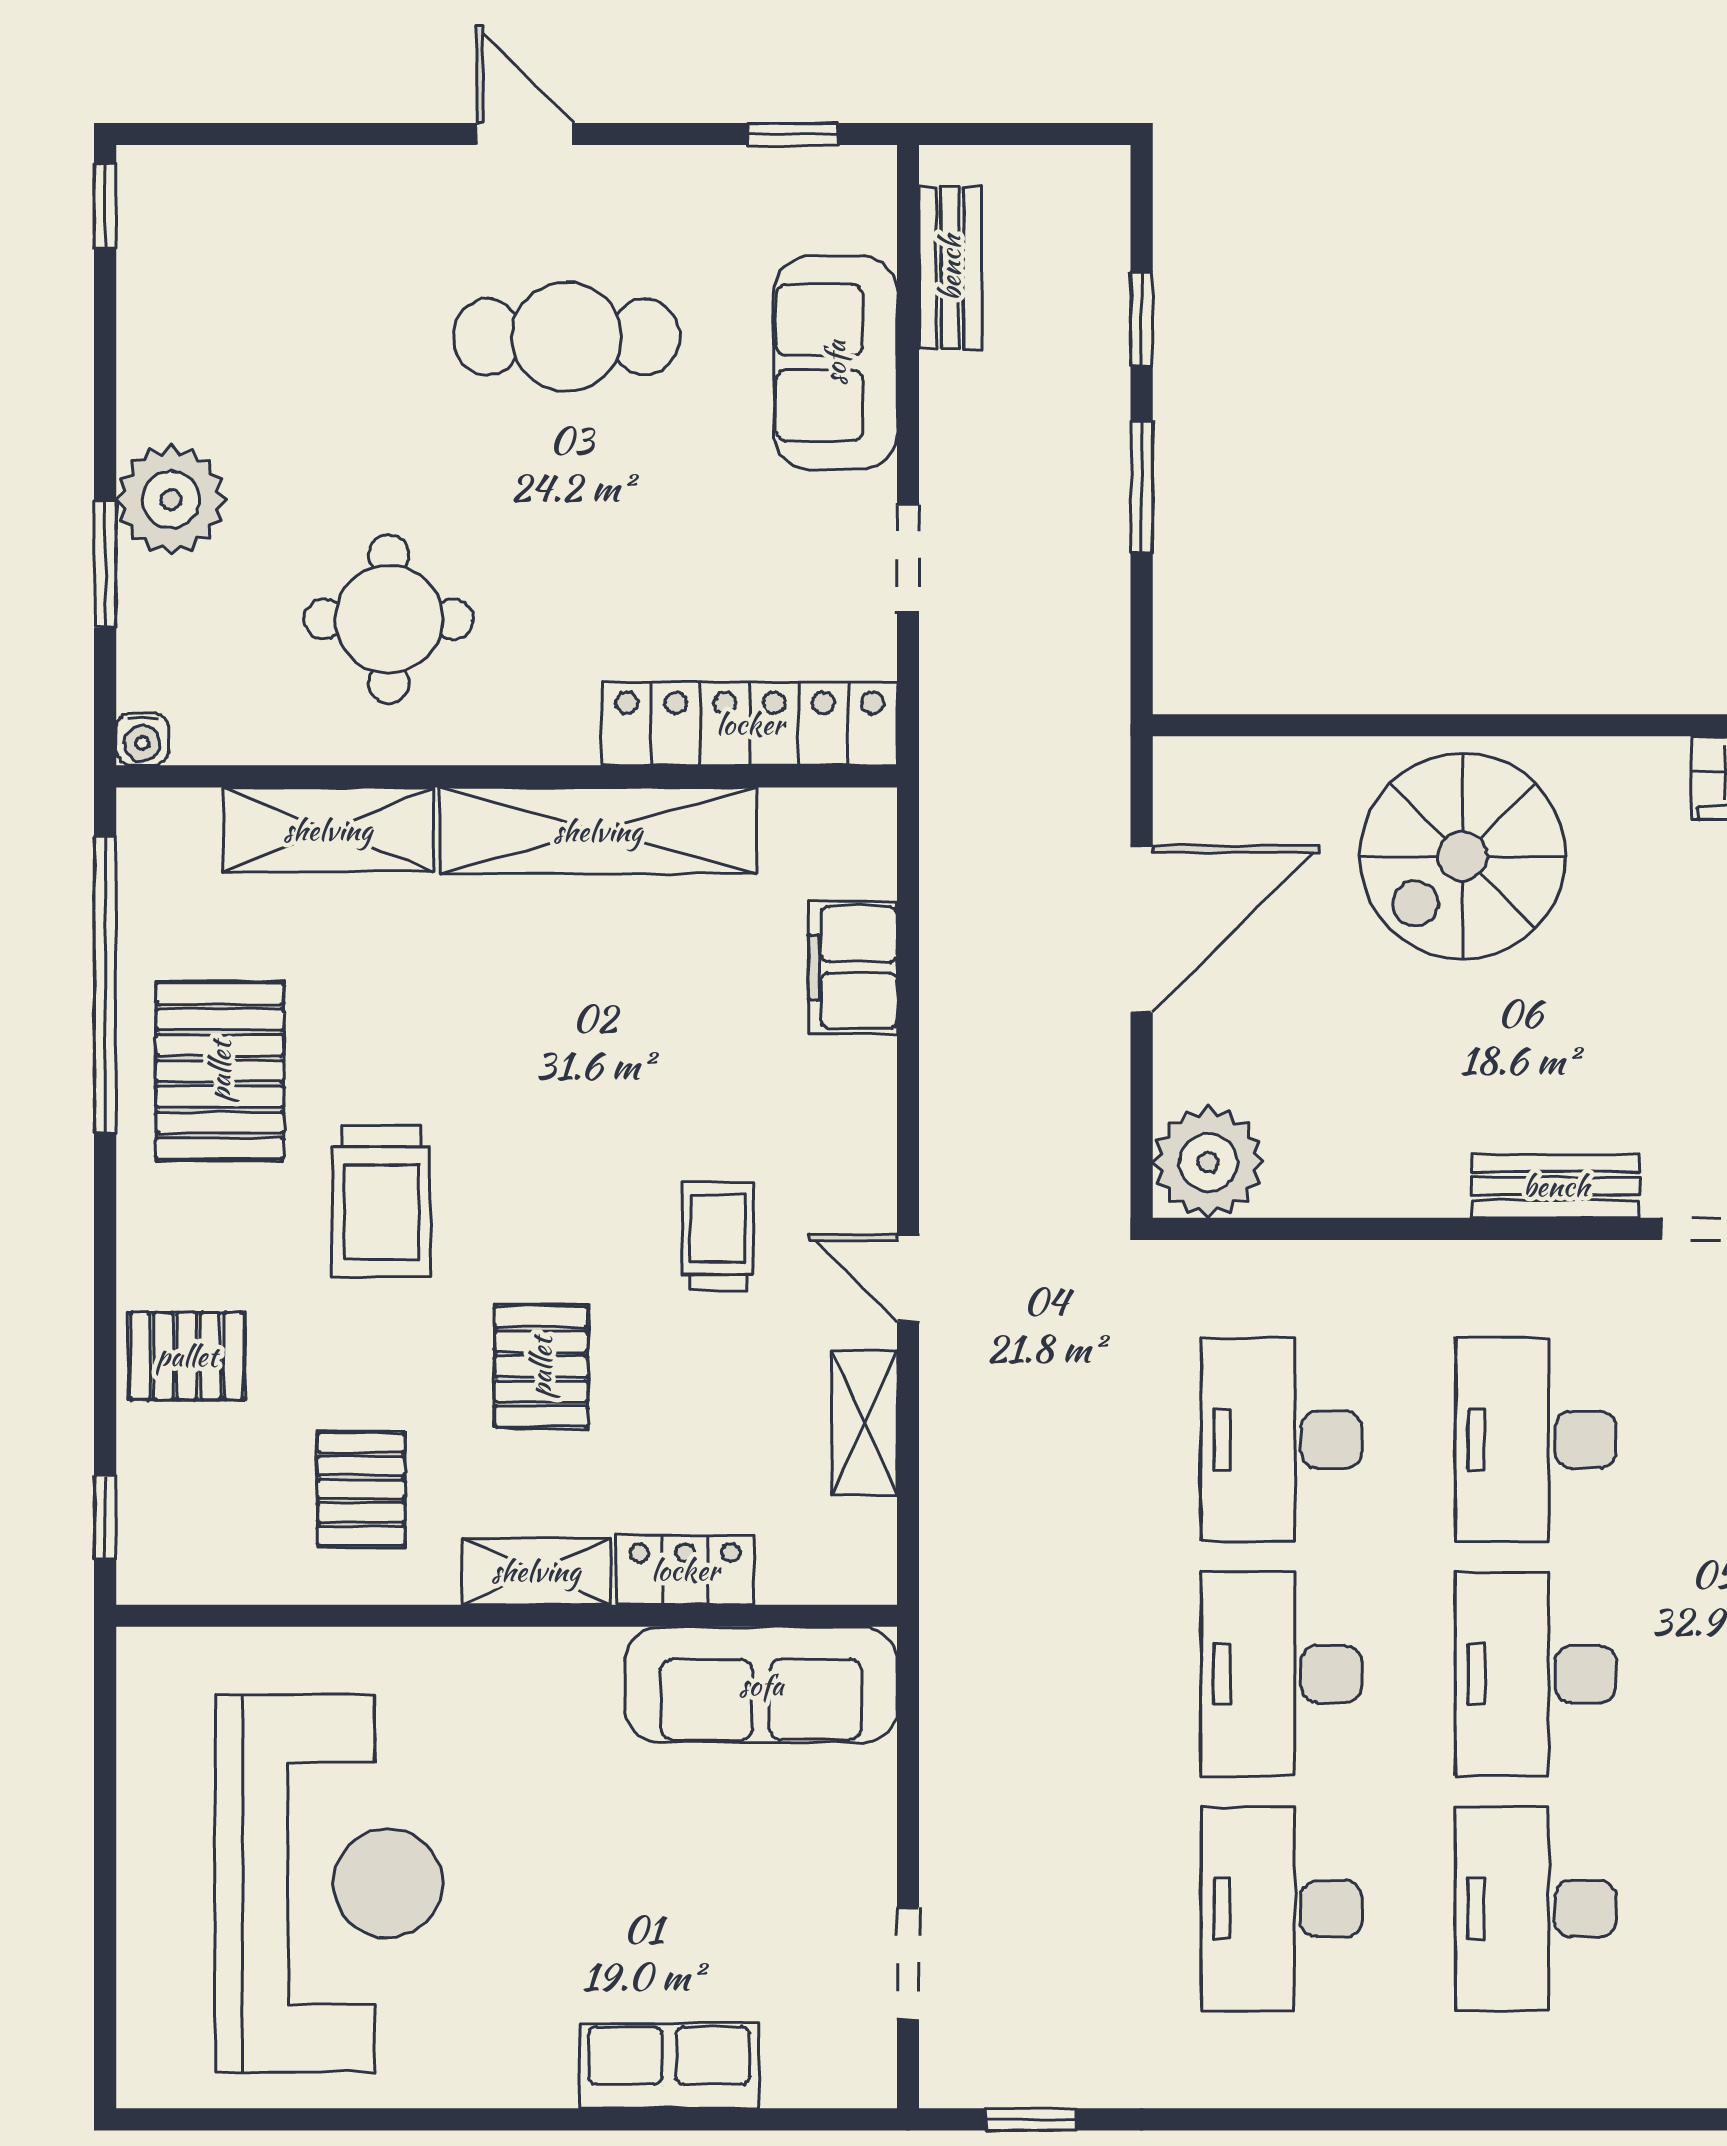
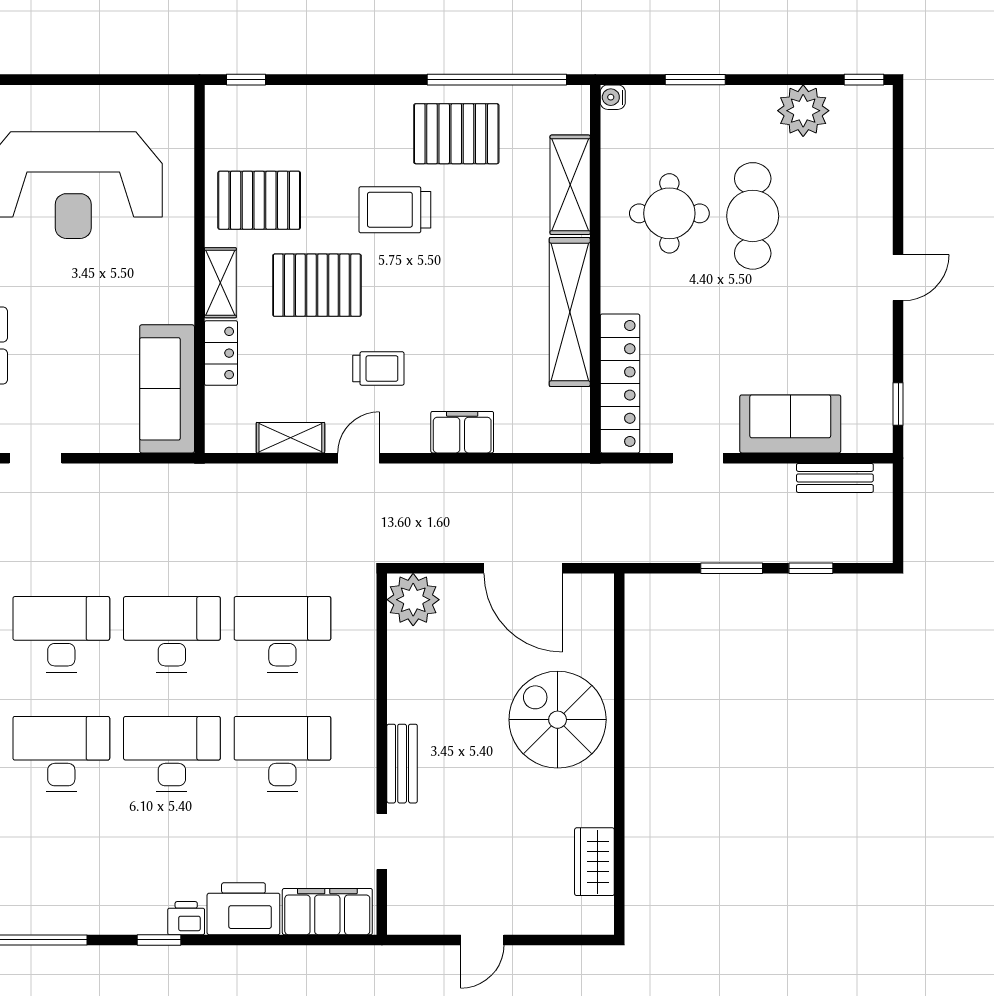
cafe table: (566, 337) -> (753, 216), moved
plant: (171, 500) -> (803, 111), moved
filing cabinet: (853, 968) -> (462, 432), moved
pallet: (187, 1356) -> (322, 118), removed
pallet: (541, 1367) -> (317, 285), width x1.50, depth x1.42
pallet: (361, 1489) -> (259, 200), width x1.50, depth x1.42

